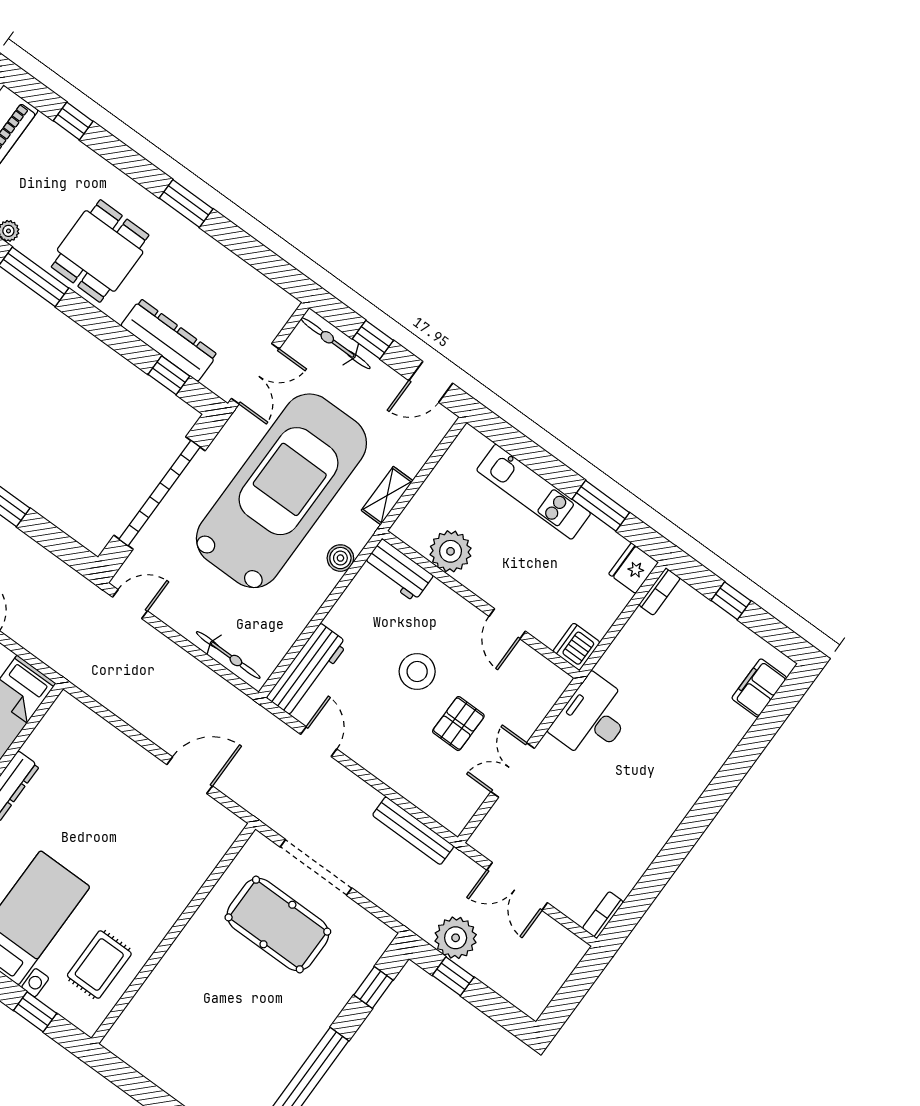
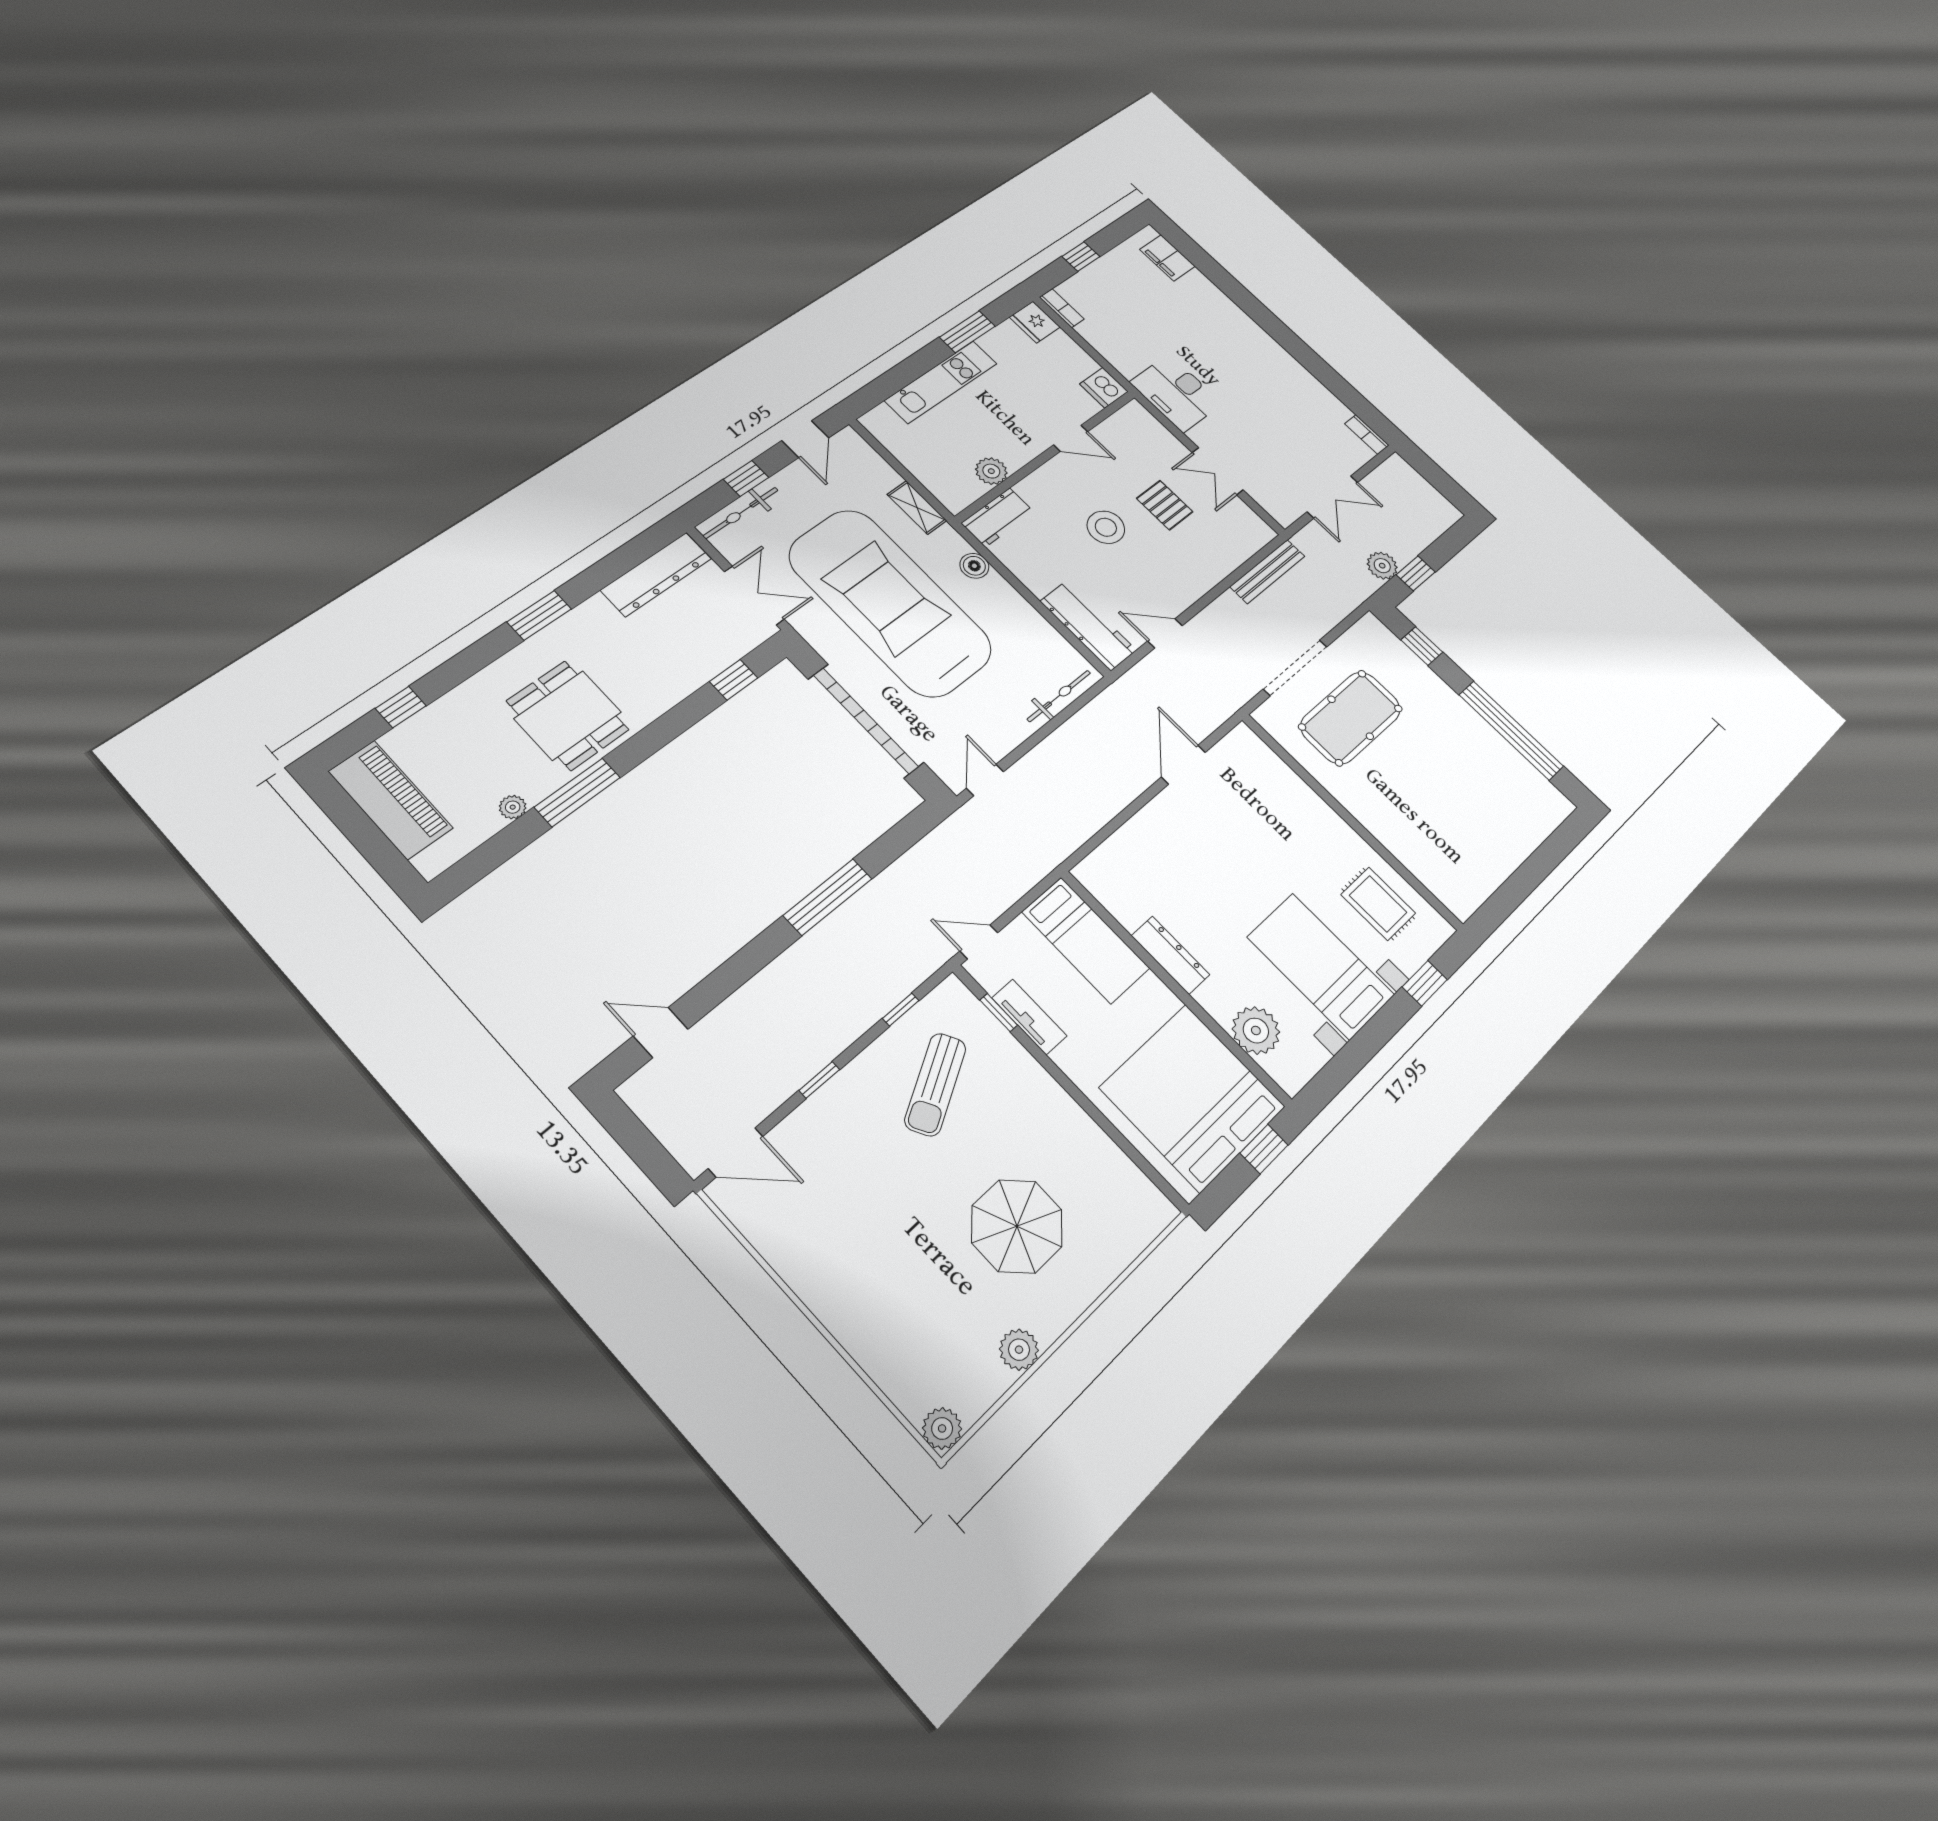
dresser: (169, 340) -> (656, 574), moved, turned 180
plant: (451, 551) -> (991, 471), width x0.73, depth x0.73
plant: (456, 938) -> (1382, 566), width x0.73, depth x0.73

